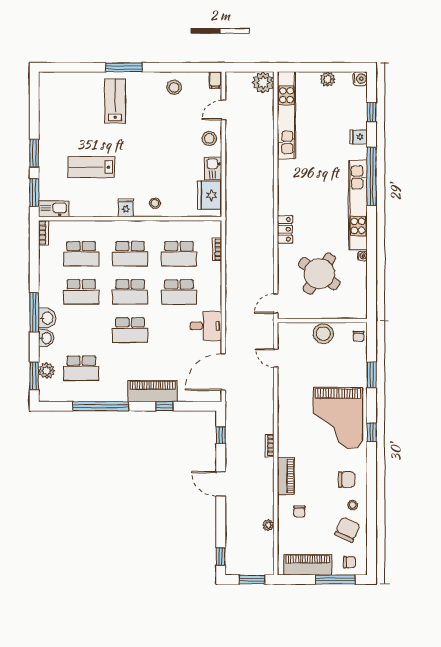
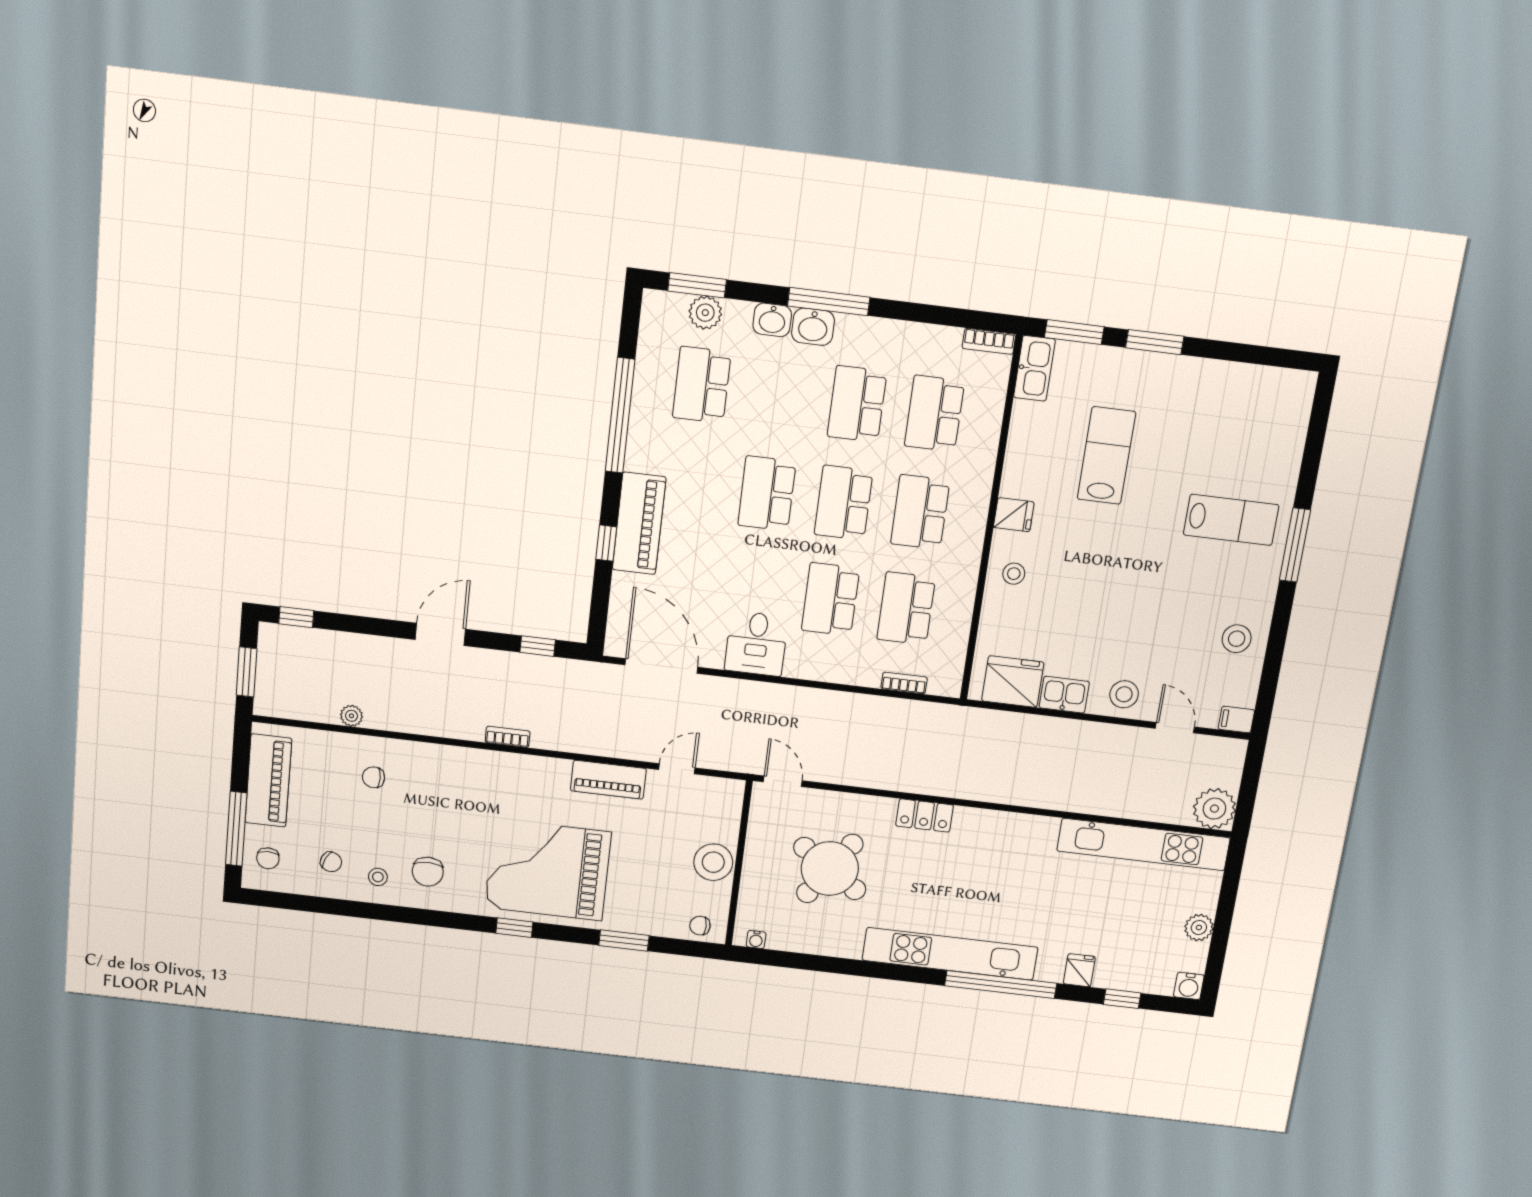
water cooler: (363, 256) -> (756, 939), moved
piano: (286, 476) -> (608, 780), moved
chair: (347, 530) -> (331, 862), width x0.54, depth x0.54

